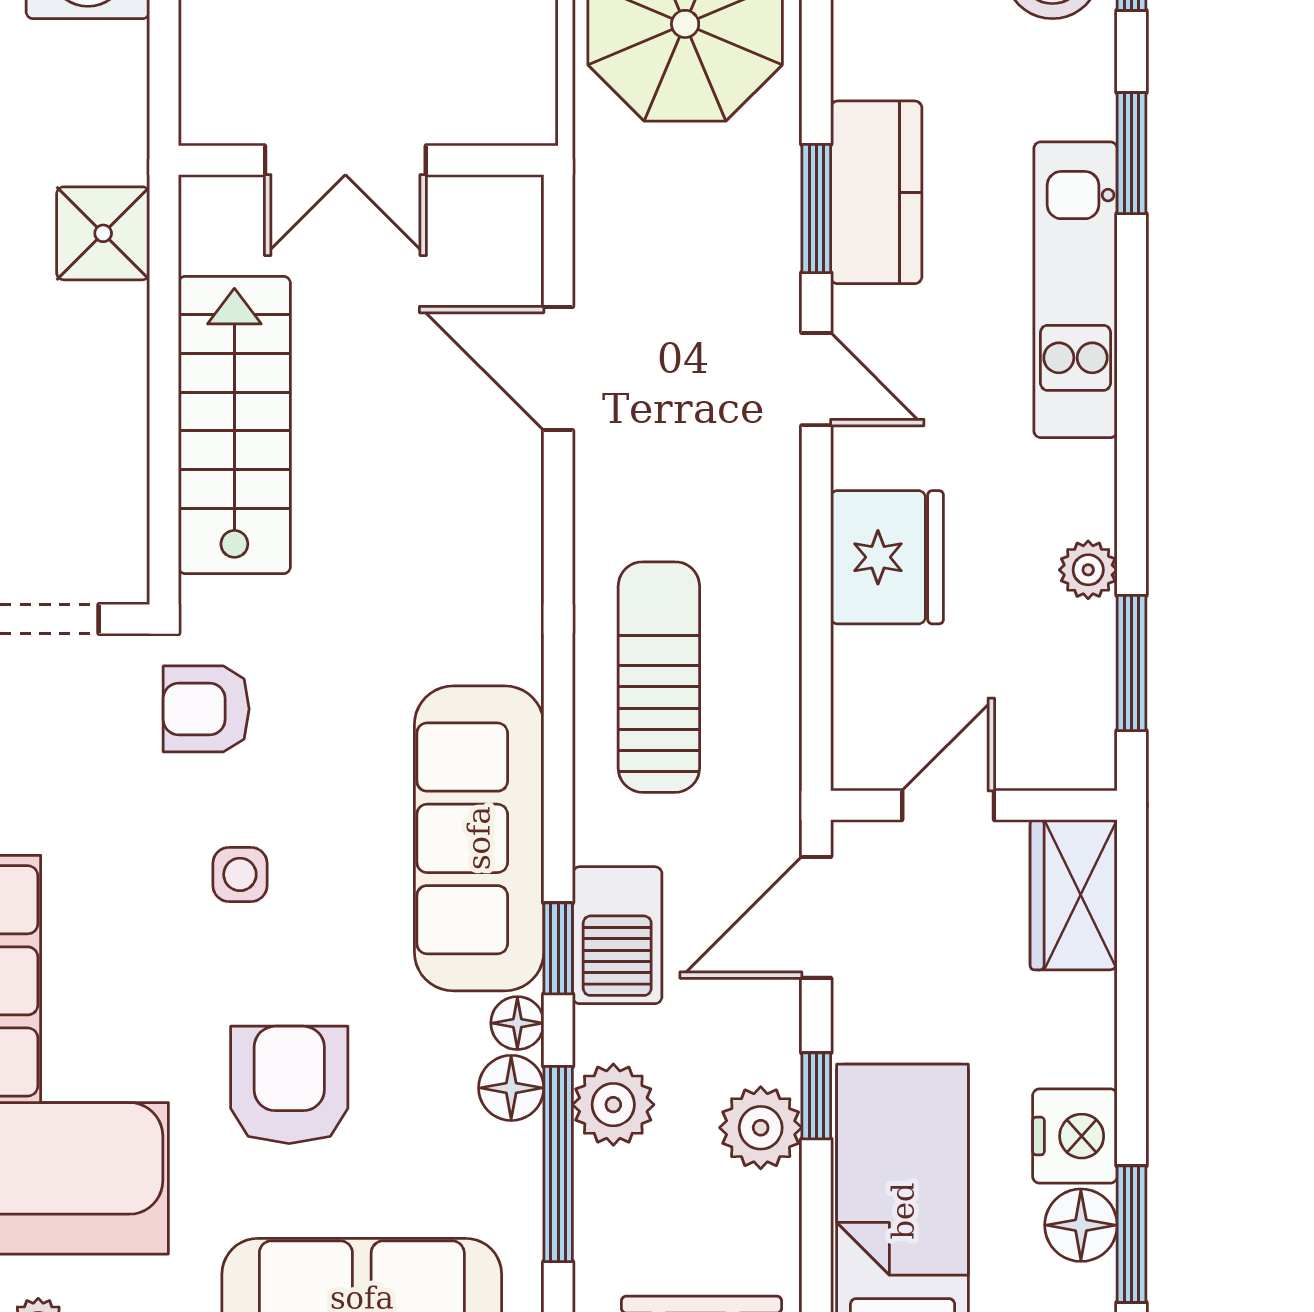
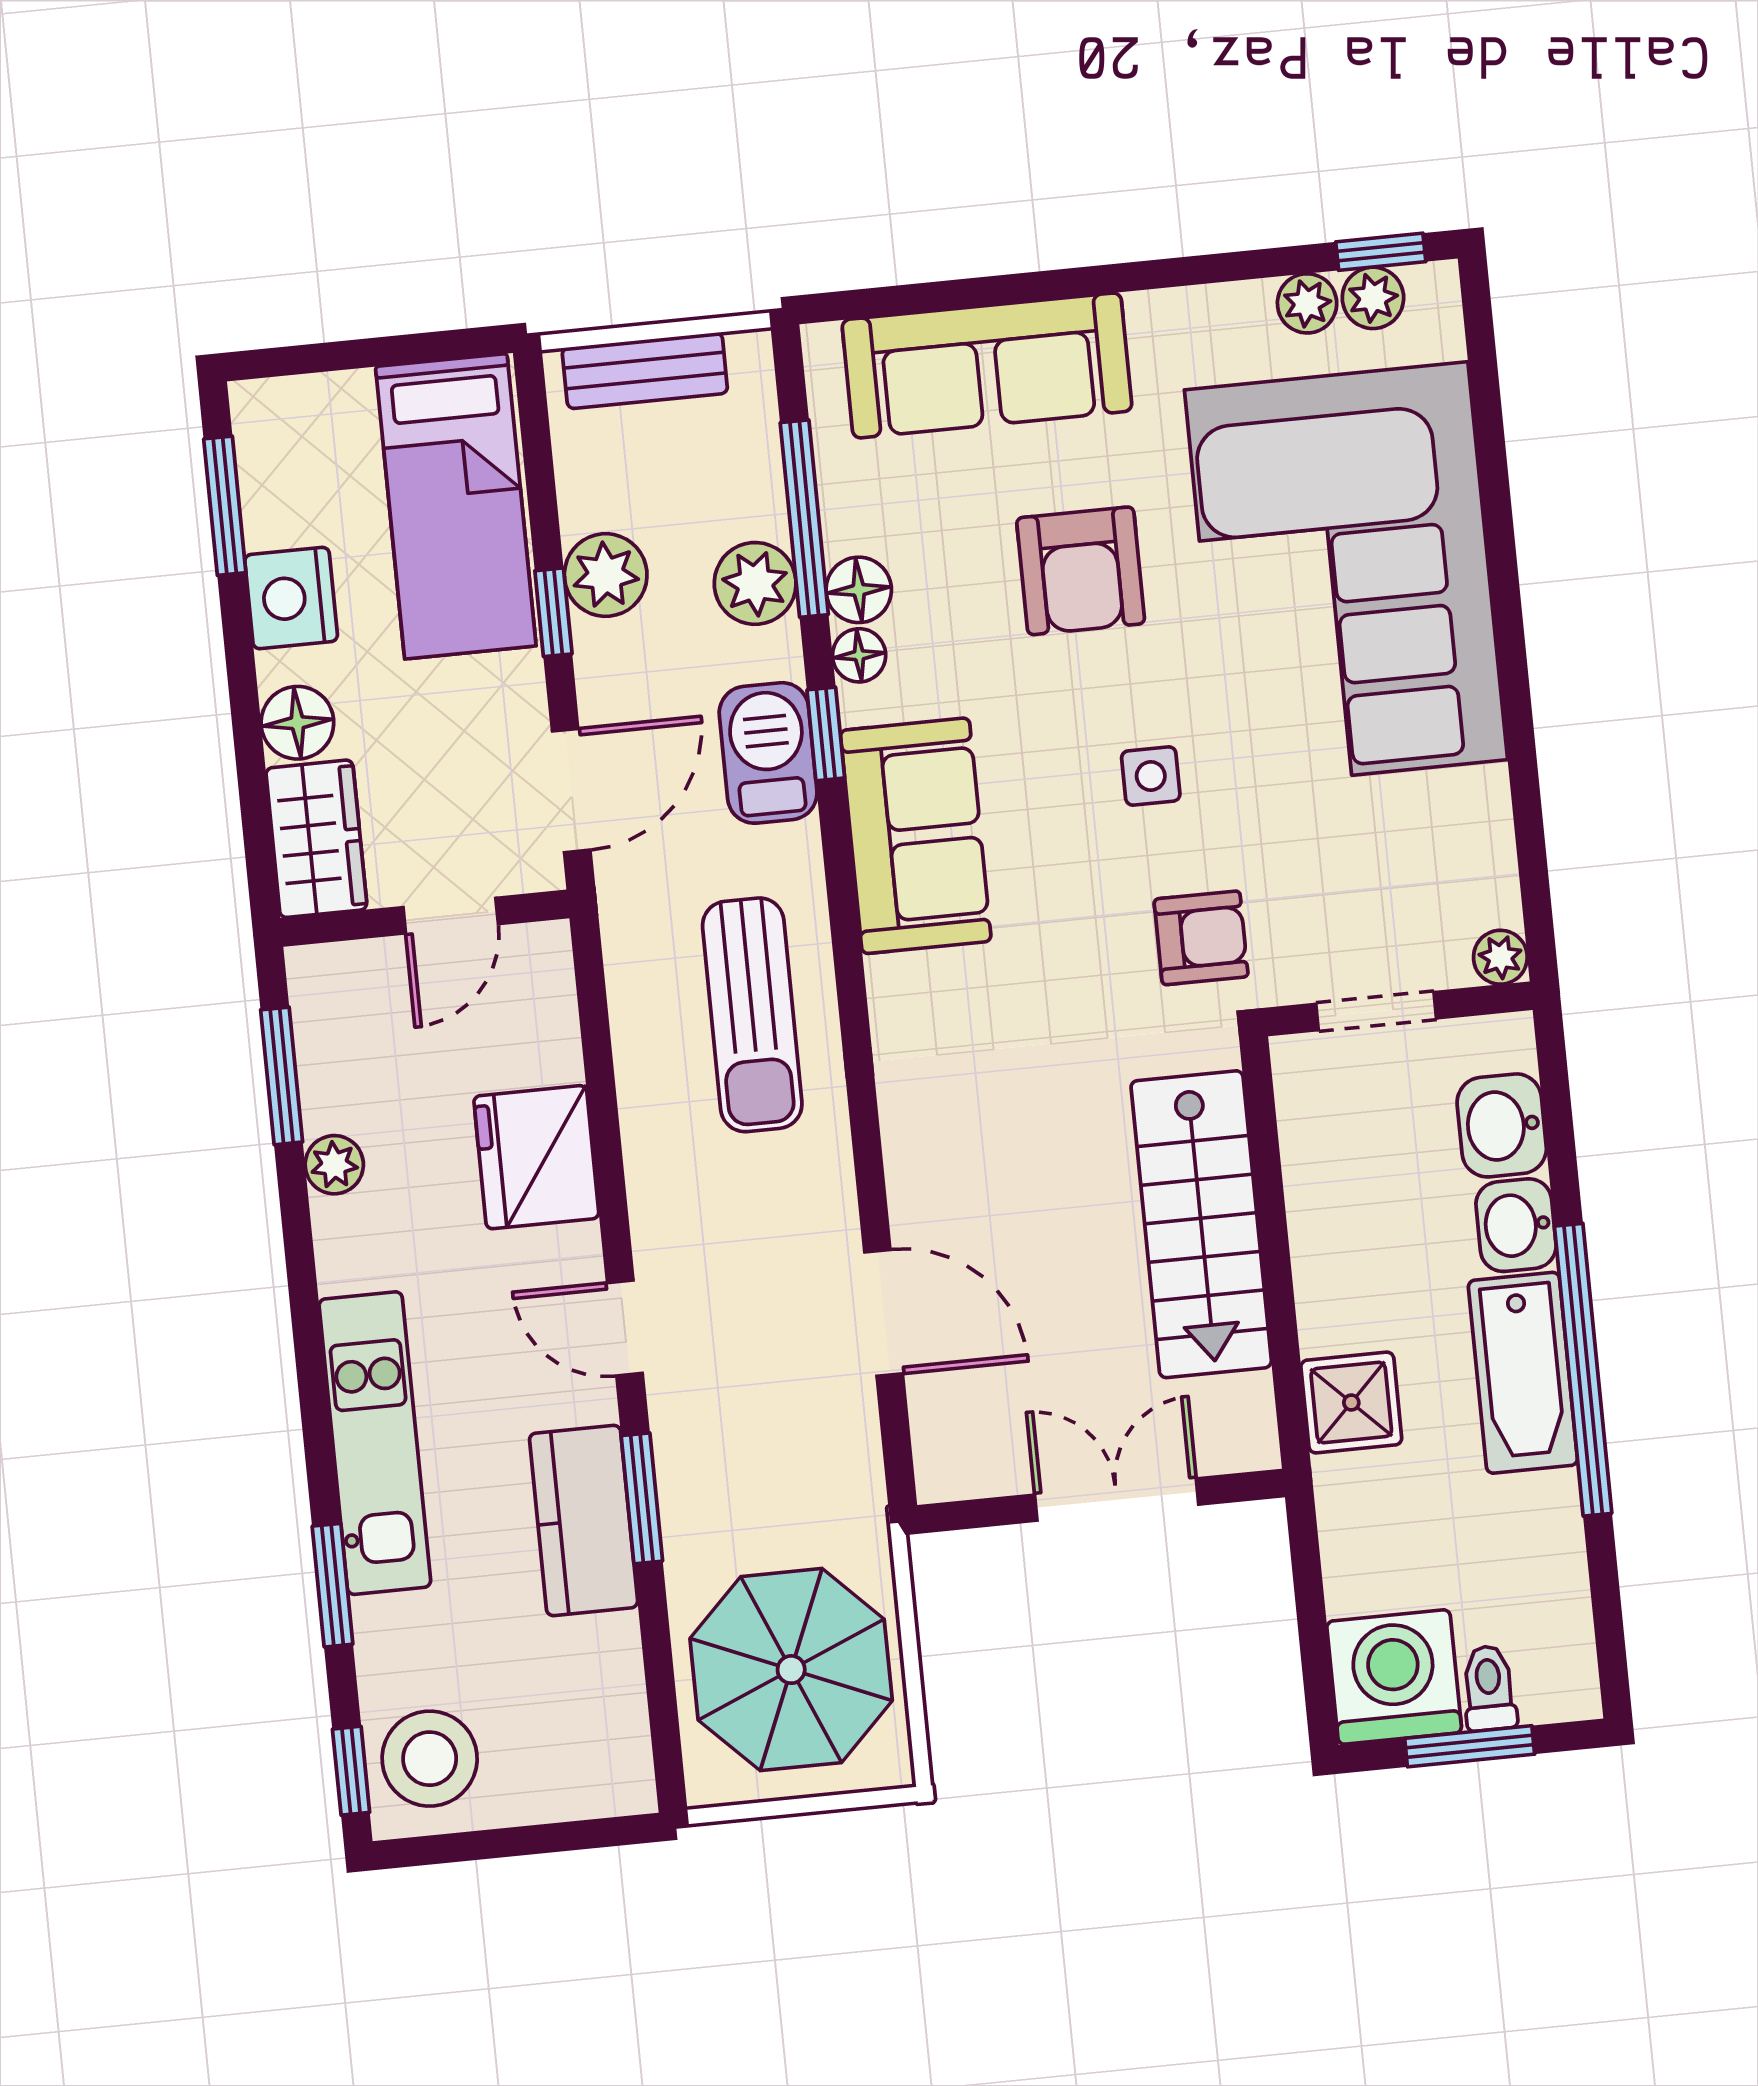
sofa: (479, 838) -> (916, 836), width x0.73
floor lamp: (1081, 1225) -> (297, 723), moved

